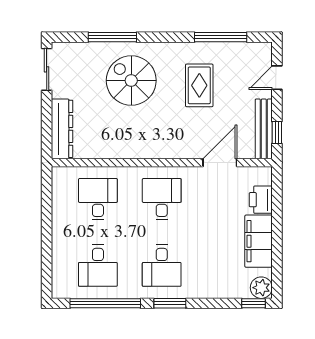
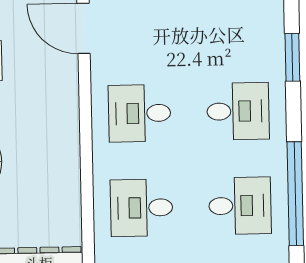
window: (170, 303) -> (292, 57), moved

